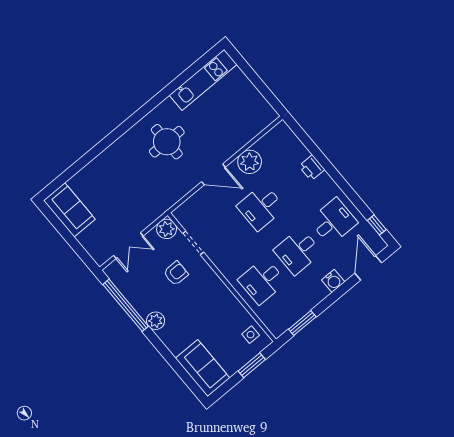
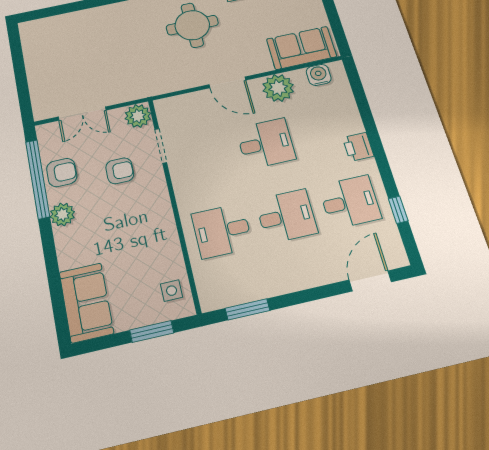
printer: (312, 168) -> (358, 147), moved
desk: (261, 207) -> (266, 144), turned 180
sofa: (69, 210) -> (301, 48), moved, turned -90
window: (377, 225) -> (398, 210), moved
desk: (298, 251) -> (286, 216), turned 180
water cooler: (333, 281) -> (319, 75), moved, turned 180
armchair: (139, 293) -> (62, 173), added

